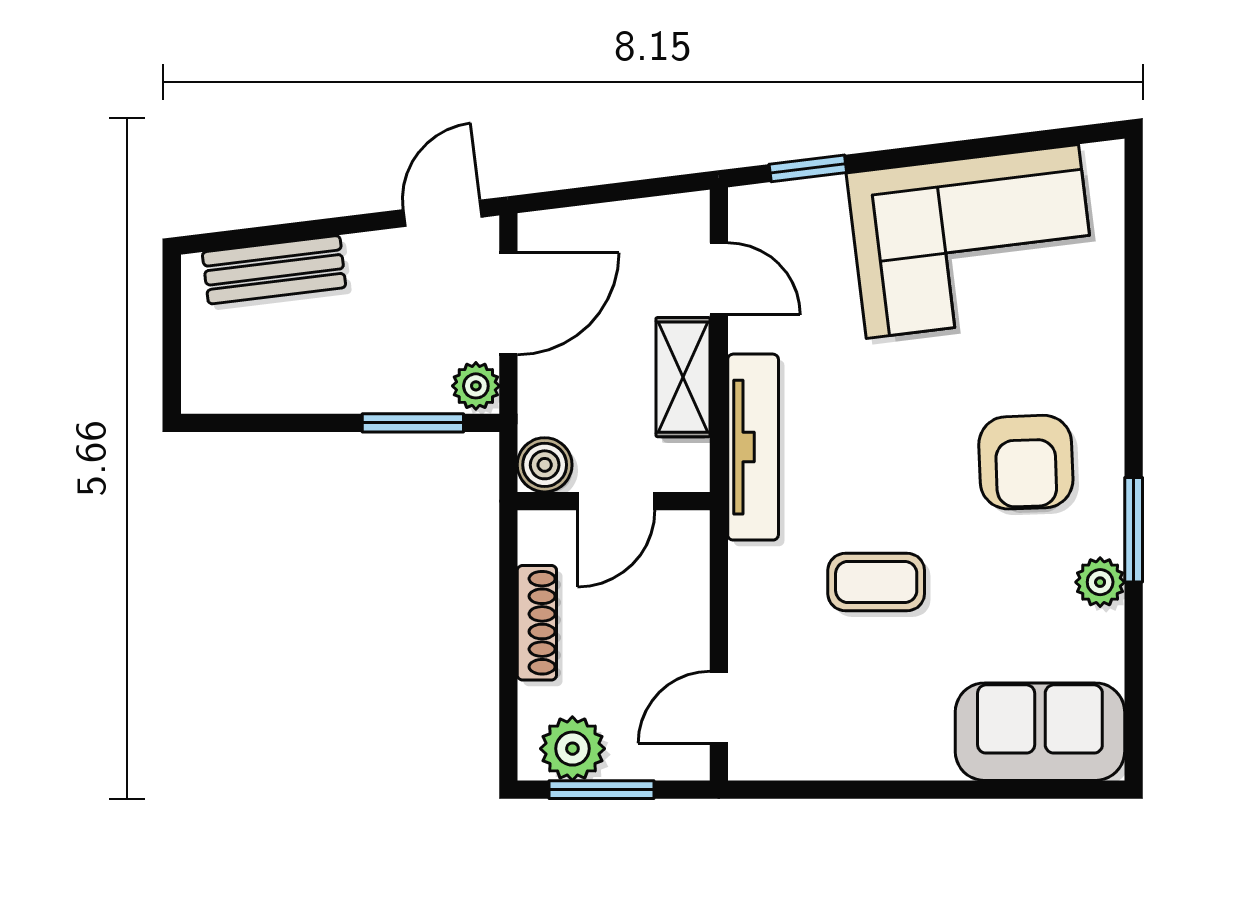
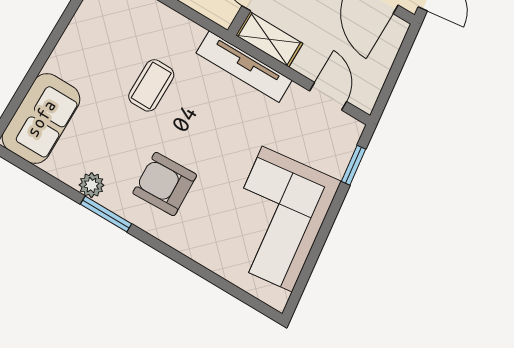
door: (719, 279) -> (328, 96), swing flipped
shelving: (683, 377) -> (269, 39), moved

